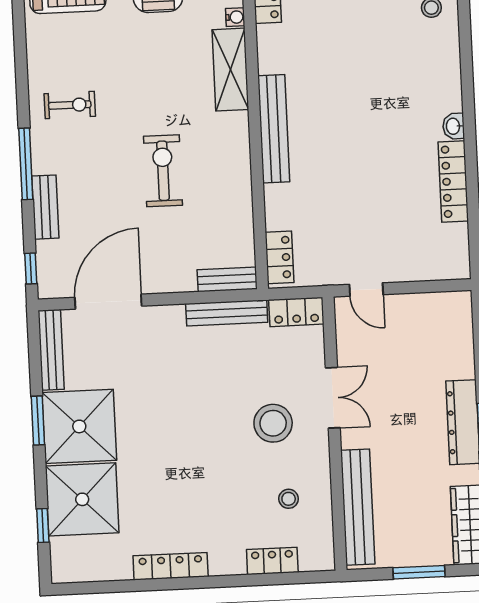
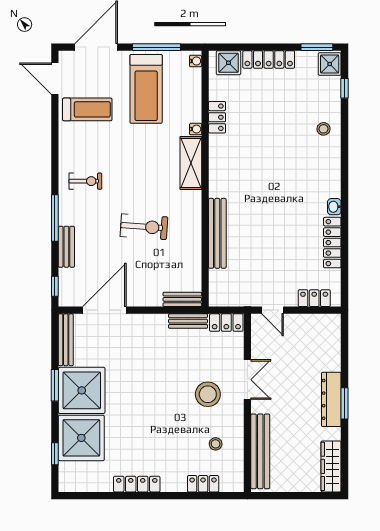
bench: (274, 129) -> (217, 233), moved
exercise bike: (163, 171) -> (144, 227), turned 94
locker: (280, 257) -> (314, 298), moved, turned -90
bench: (227, 313) -> (188, 321), width x0.73
window: (419, 572) -> (298, 496), removed

